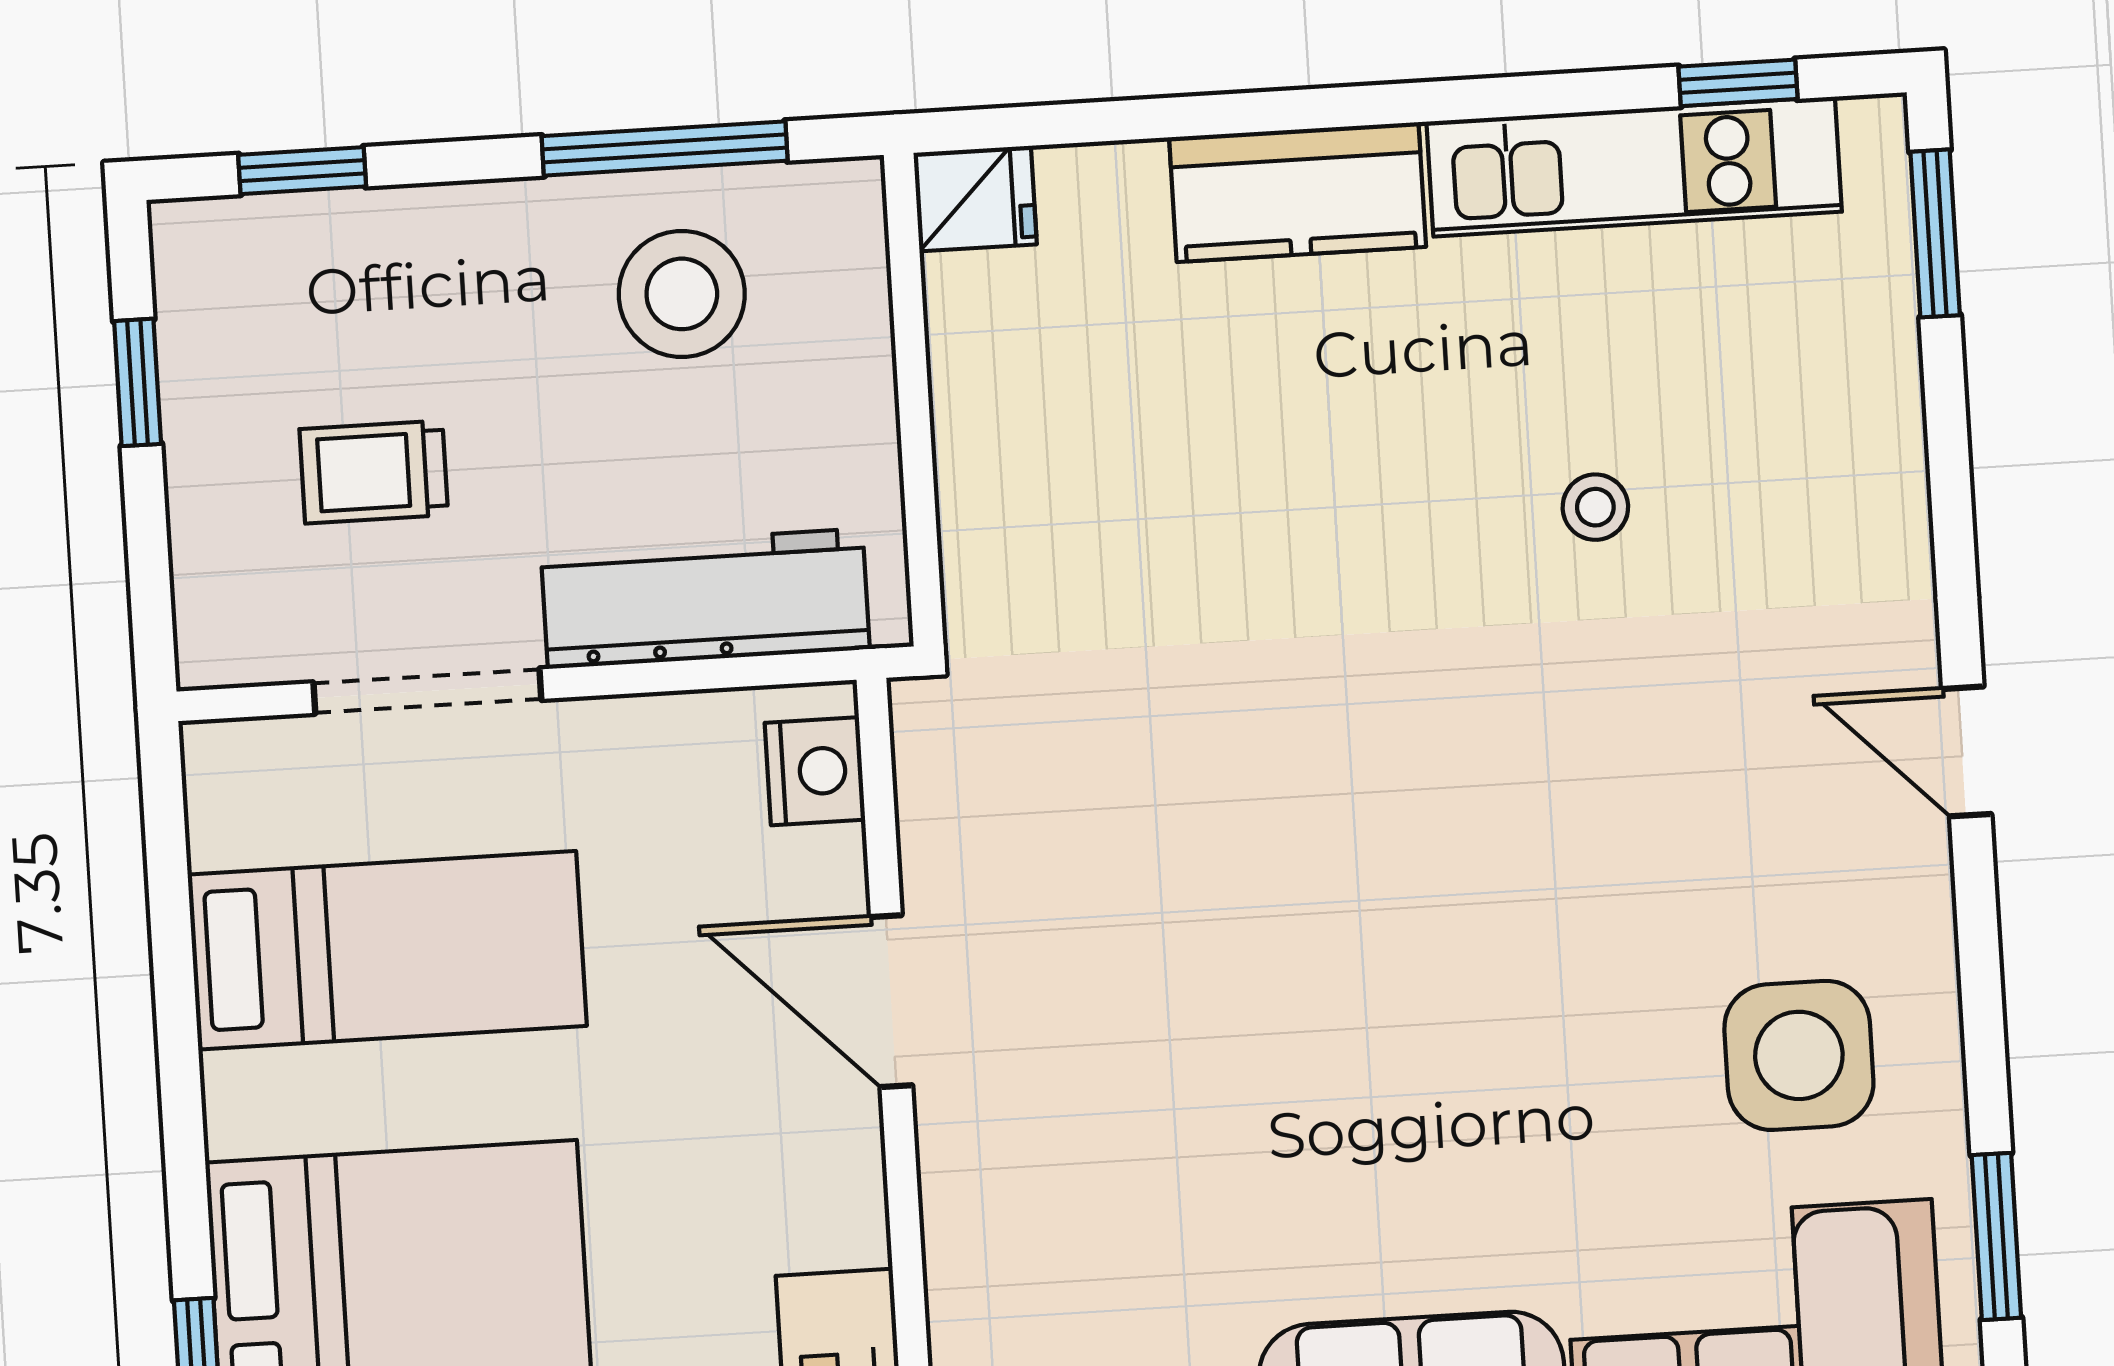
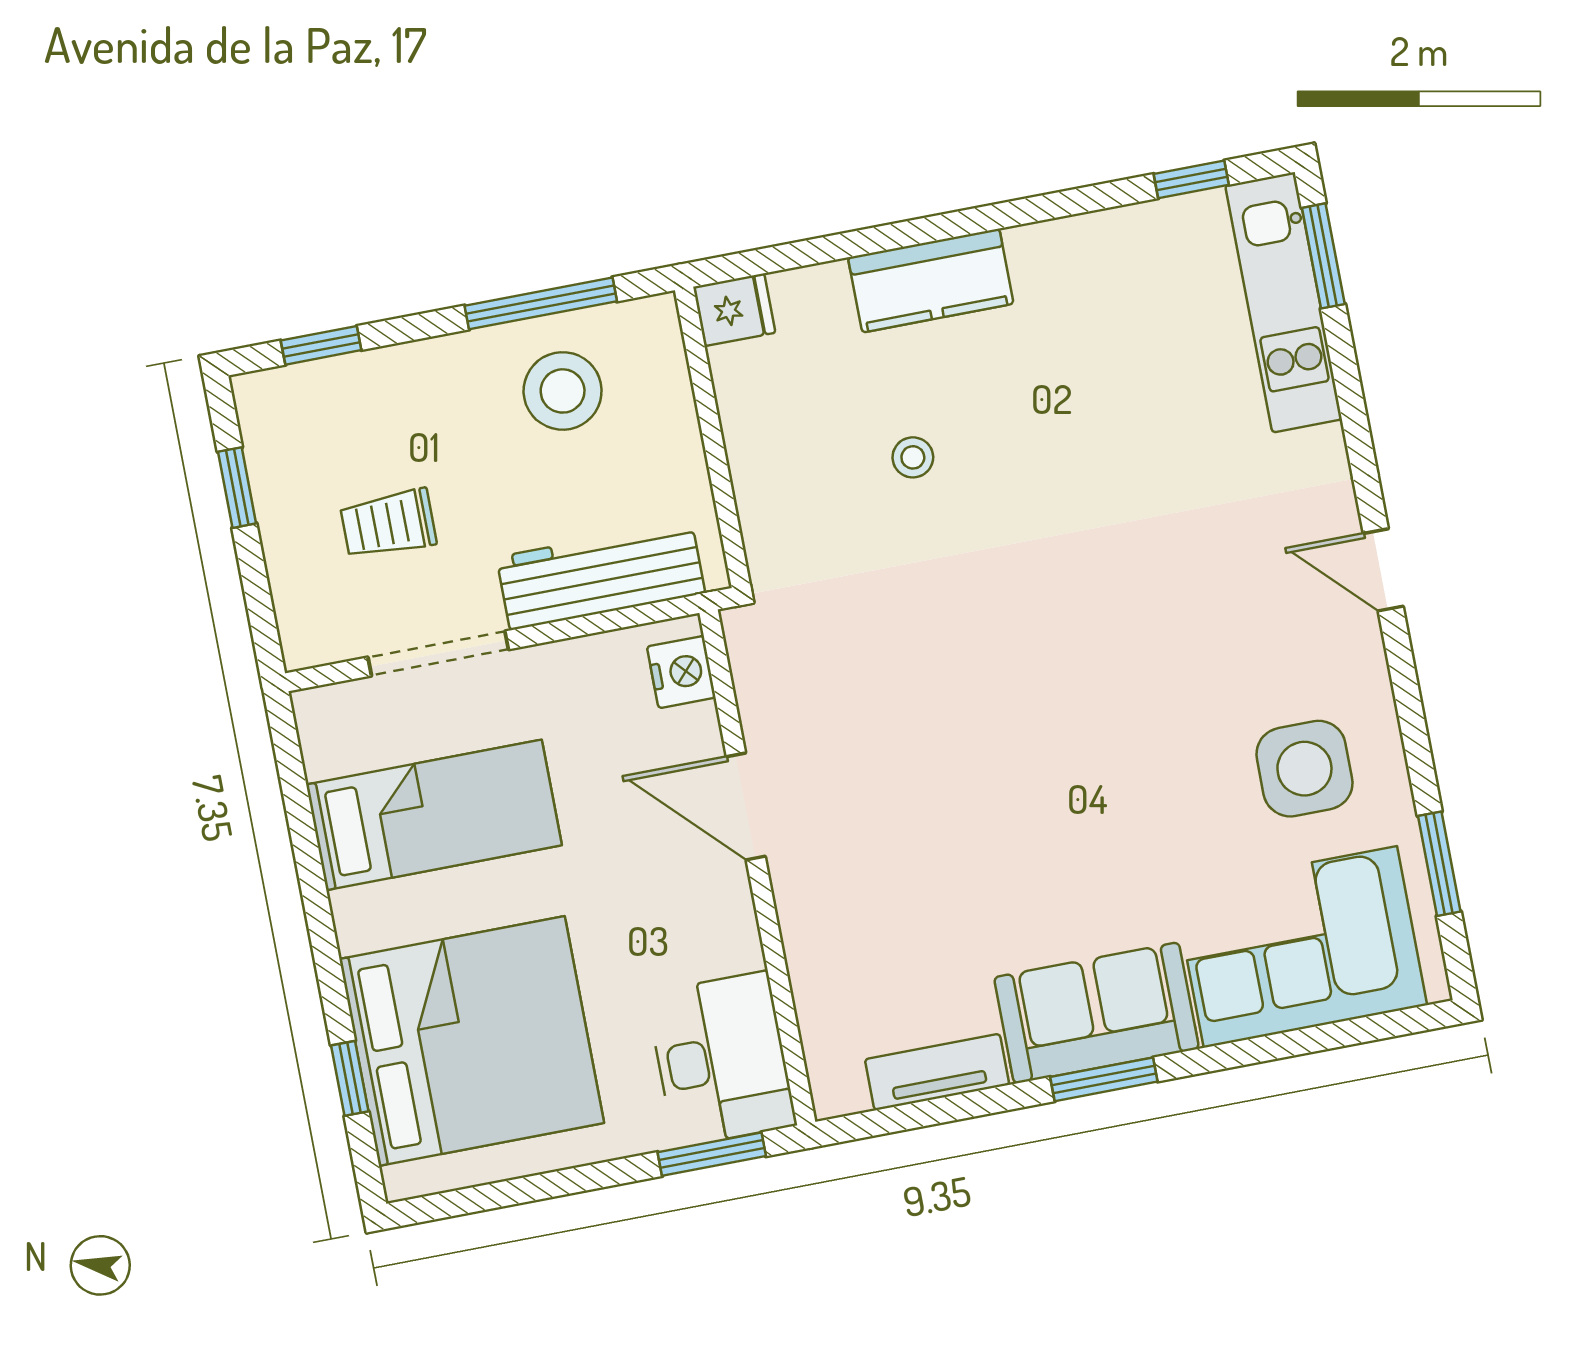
kitchen unit: (1634, 167) -> (1284, 302), moved, turned 90
stool: (1595, 507) -> (913, 457), moved

